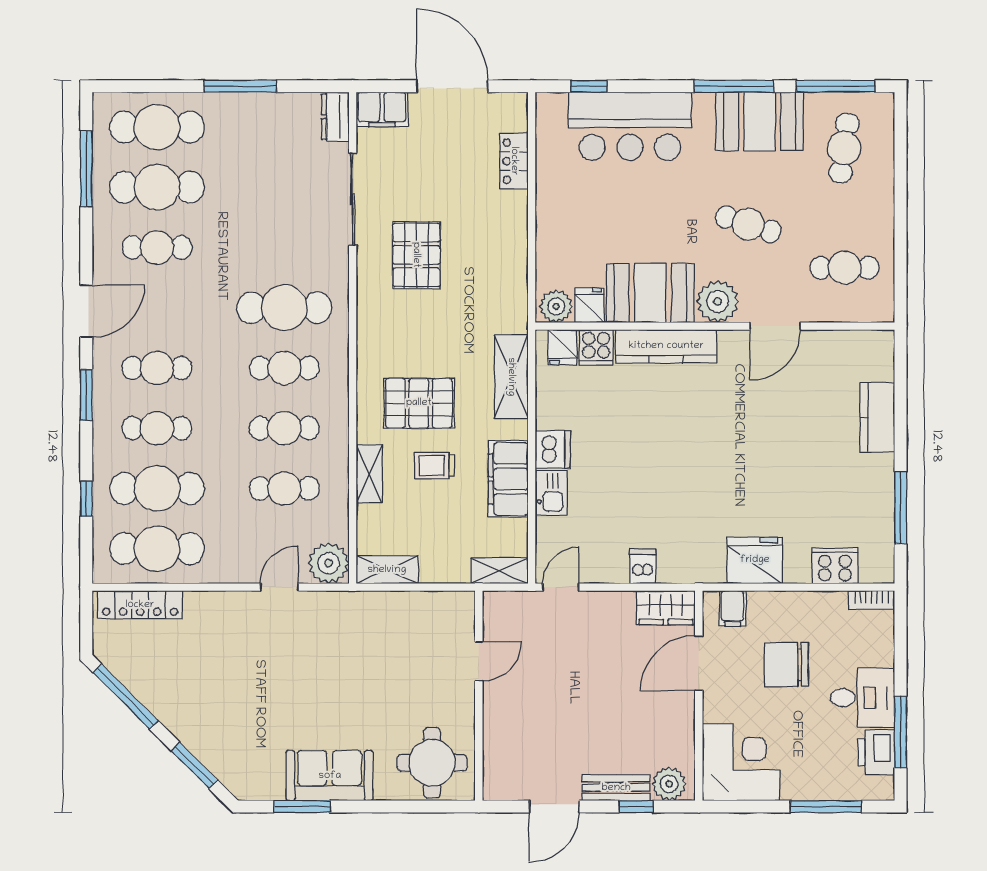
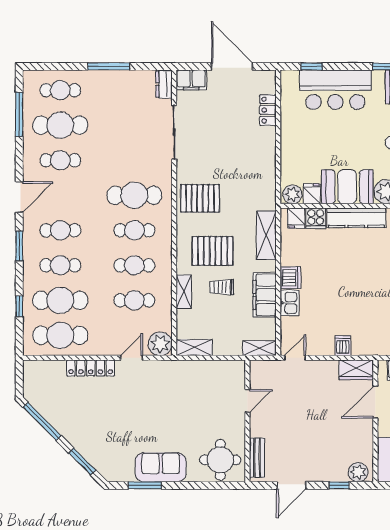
cafe table: (157, 127) -> (60, 90), width x0.73, depth x0.74
pallet: (416, 255) -> (200, 198), moved, turned 90
locker: (140, 605) -> (91, 368), moved
bench: (616, 788) -> (257, 458), moved, turned 90

